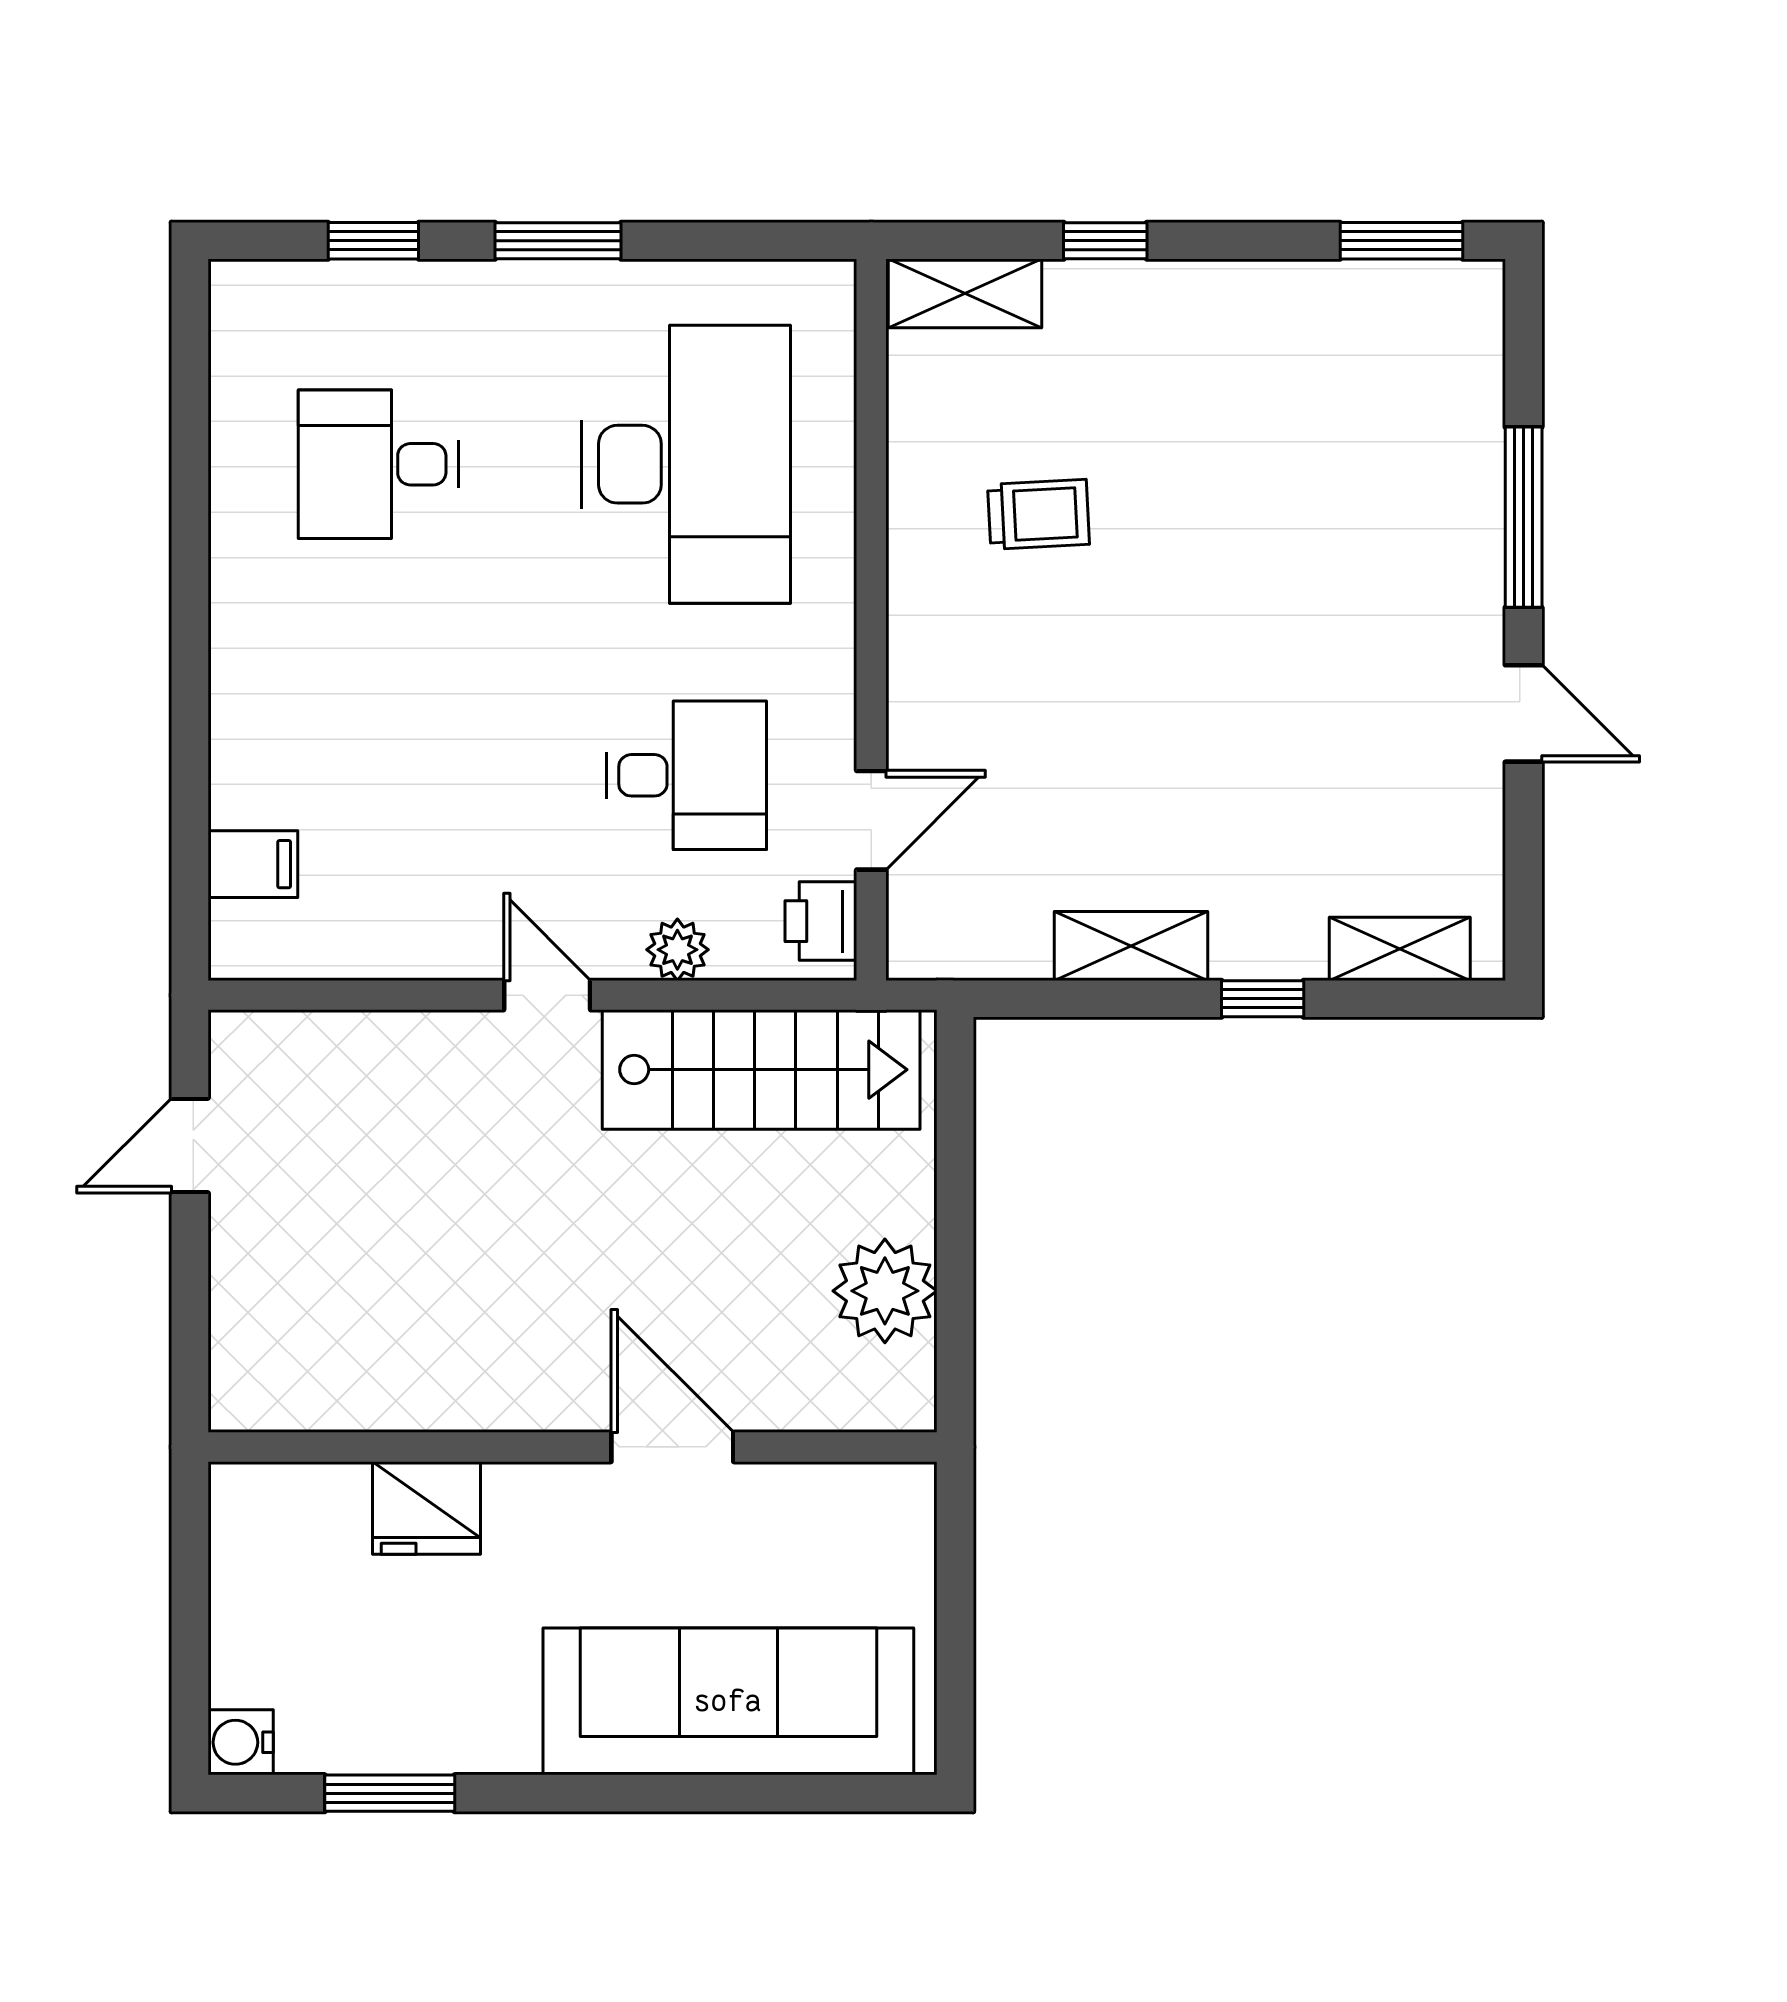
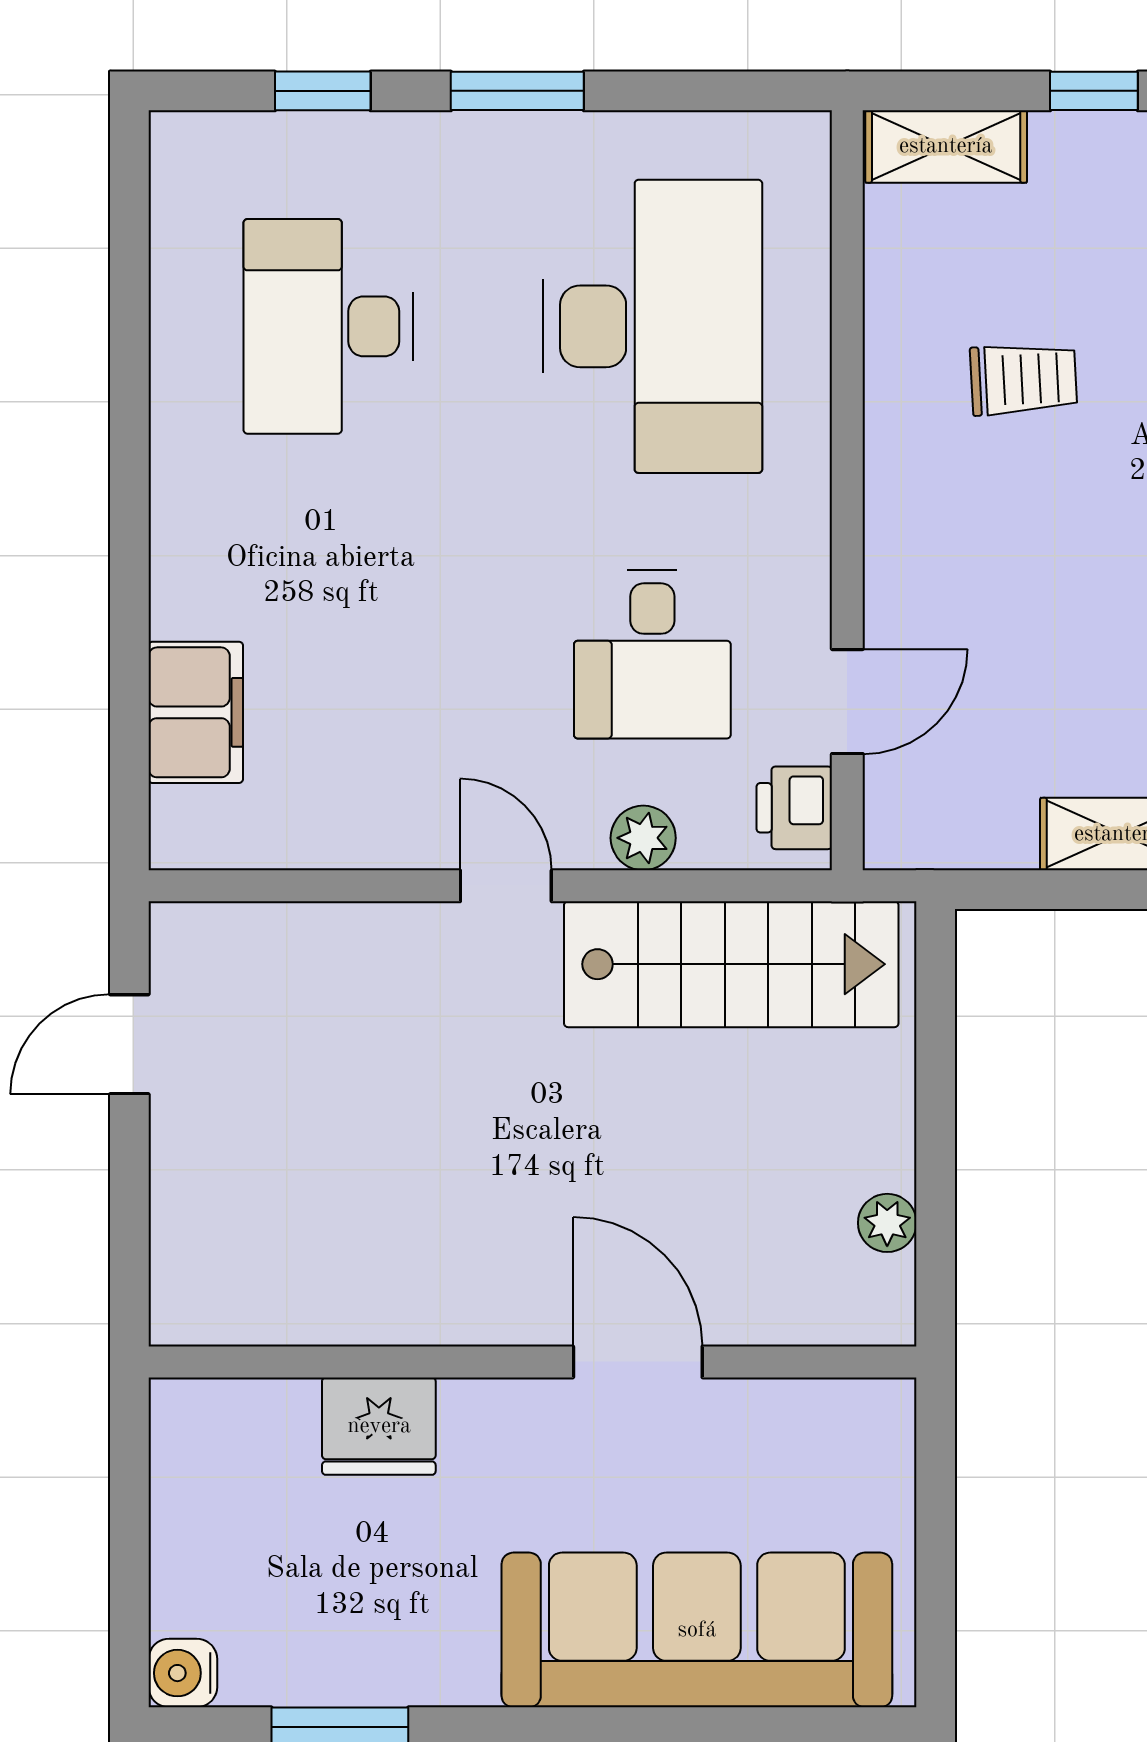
desk: (379, 464) -> (328, 326), width x1.37
desk: (686, 775) -> (652, 654), turned 90
filing cabinet: (253, 864) -> (196, 712), width x2.00
plant: (885, 1291) -> (887, 1223), width x0.53, depth x0.53

